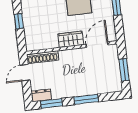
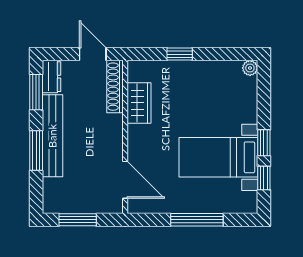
wardrobe: (71, 39) -> (139, 103), moved
bench: (76, 91) -> (52, 136), added

